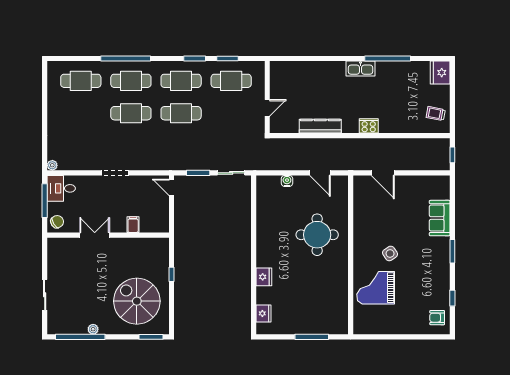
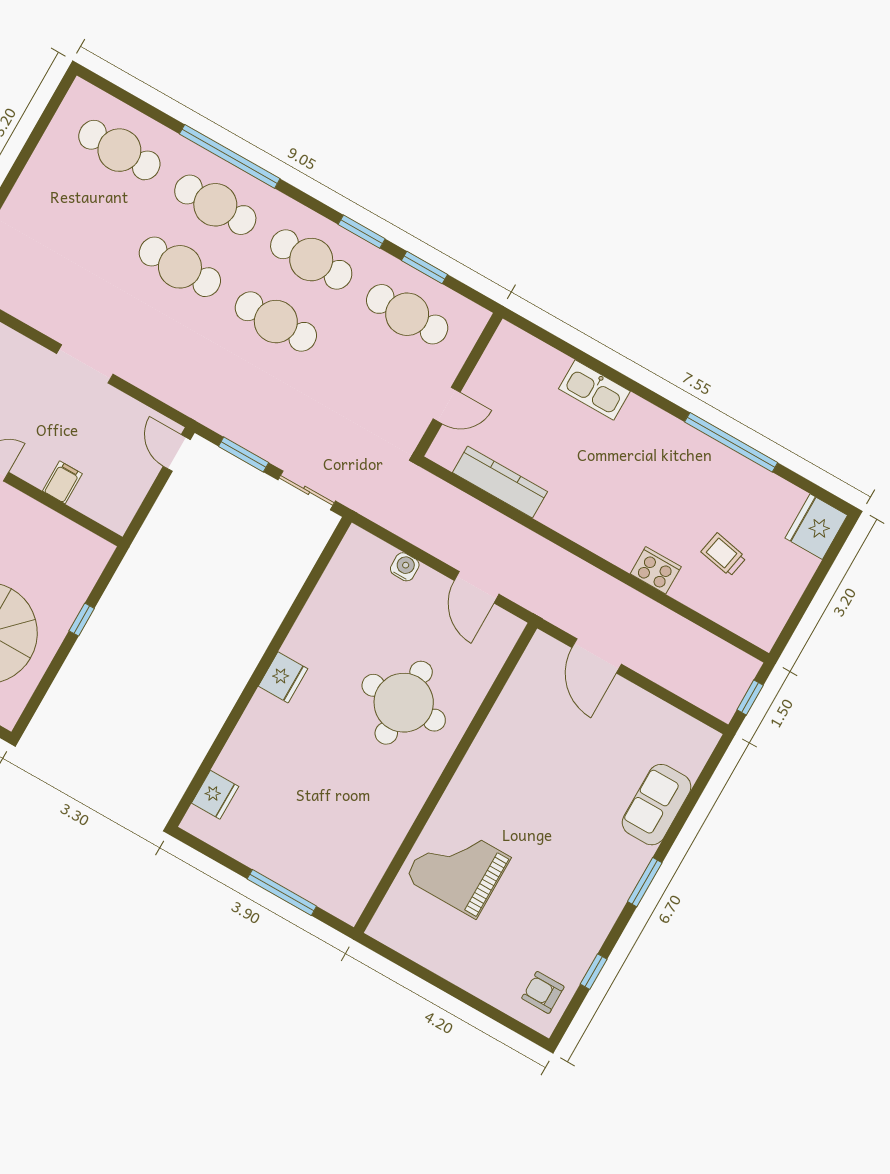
kitchen sink: (361, 69) -> (594, 390), moved
trolley: (436, 114) -> (724, 555), moved
kitchen counter: (320, 126) -> (500, 482), moved
cooker: (369, 126) -> (656, 570), moved
side table: (390, 253) -> (523, 818), removed
fridge: (264, 277) -> (283, 677), moved

